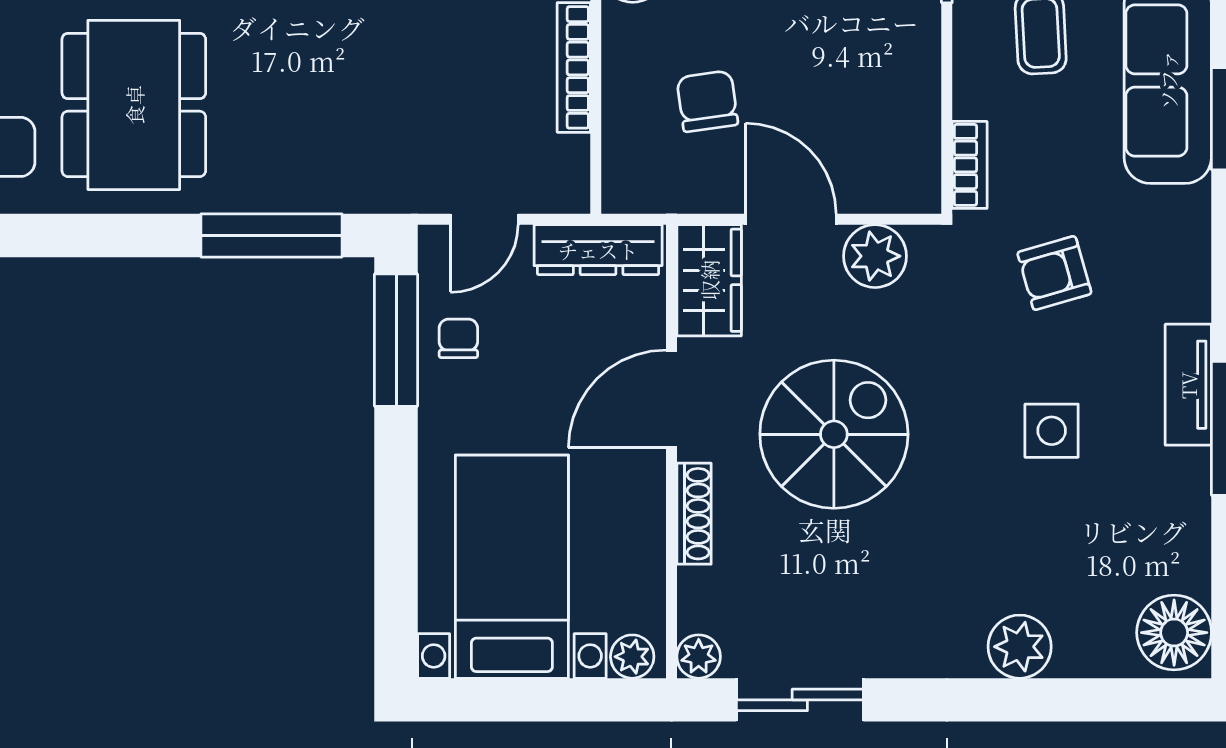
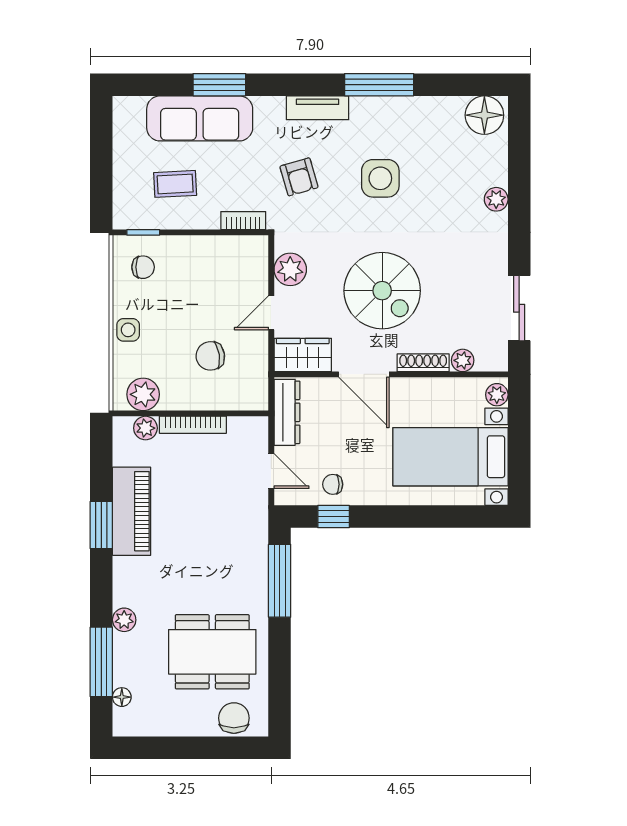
door: (791, 219) -> (271, 313), width x0.73
window: (396, 340) -> (334, 517), width x0.46
tv unit: (1188, 385) -> (317, 108), moved
side table: (1052, 431) -> (380, 178), width x1.37, depth x1.37
spiral stairs: (834, 434) -> (382, 291), turned 180
plant: (1020, 647) -> (496, 199), width x0.73, depth x0.73
plant: (699, 657) -> (463, 360), moved

